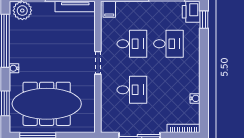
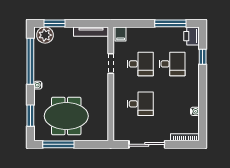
window: (204, 20) -> (203, 57), moved
doorway: (98, 63) -> (111, 64), moved
meeting table: (47, 104) -> (66, 116), width x0.73

